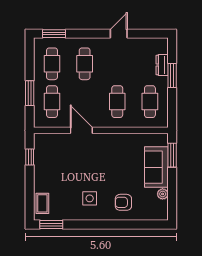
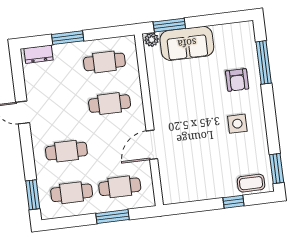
dresser: (162, 65) -> (39, 54), moved
window: (30, 157) -> (233, 202), moved
plant: (163, 194) -> (152, 40), moved
window: (134, 225) -> (264, 62), added

